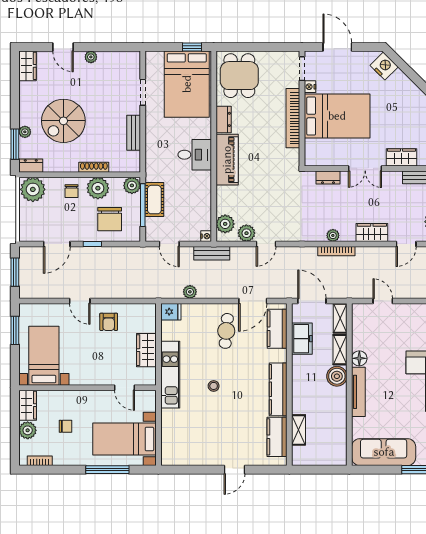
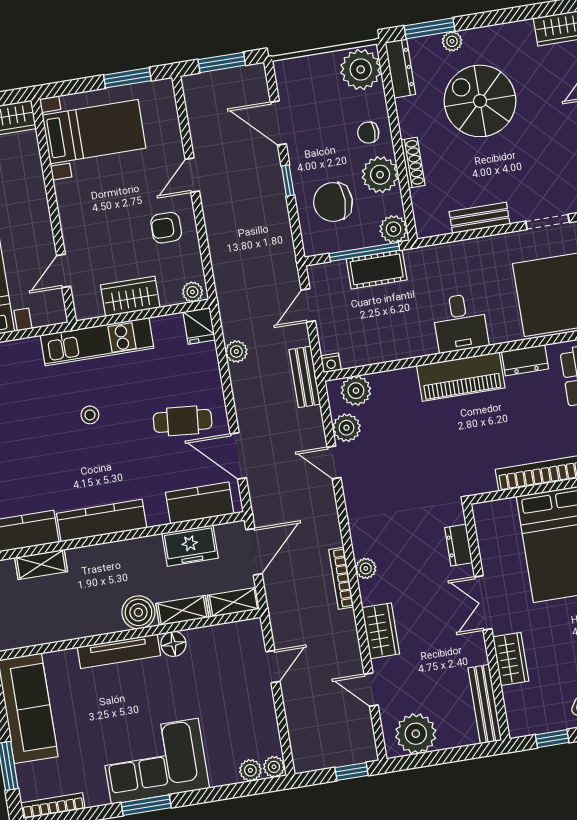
dresser: (31, 166) -> (400, 68), width x1.44
plant: (150, 312) -> (192, 292), added

